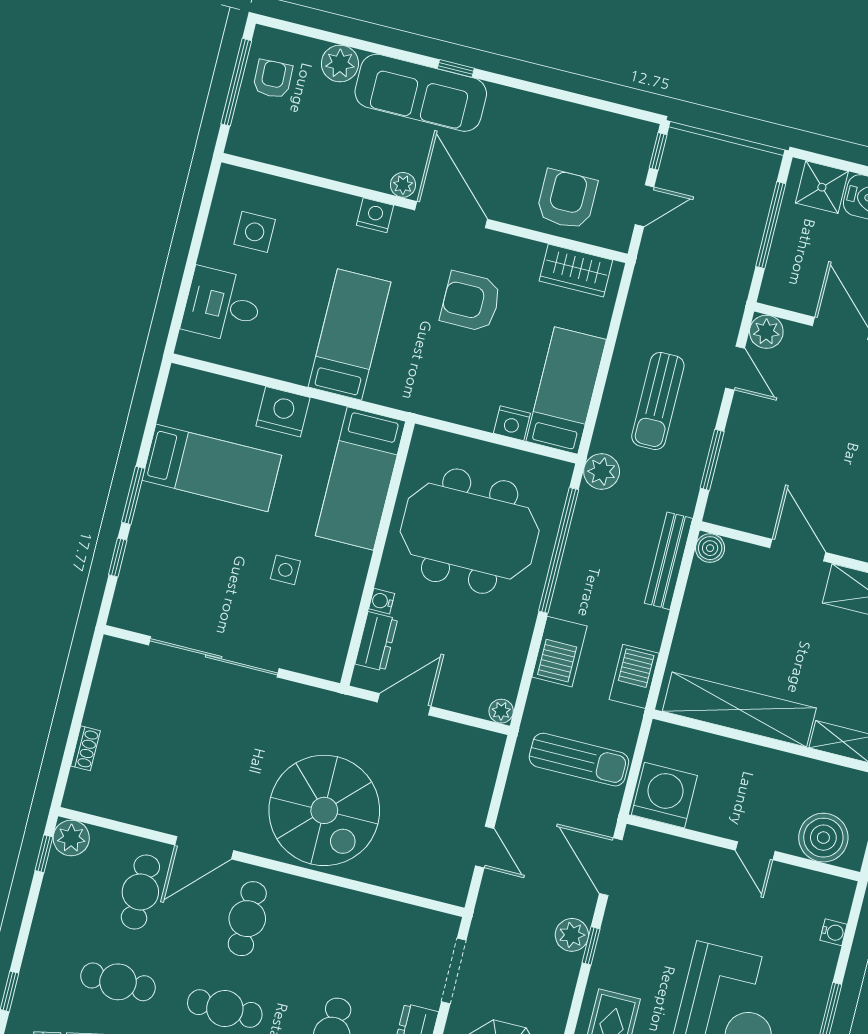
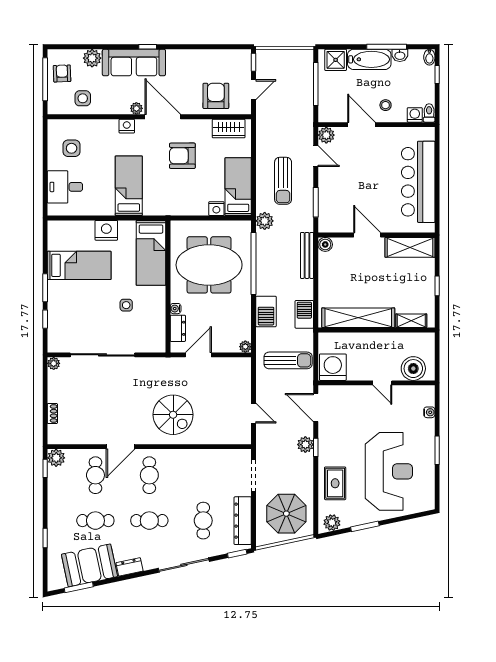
side table: (301, 138) -> (83, 98), added
plant: (113, 650) -> (54, 363), added
spiral stairs: (324, 810) -> (173, 415), width x0.73, depth x0.73

